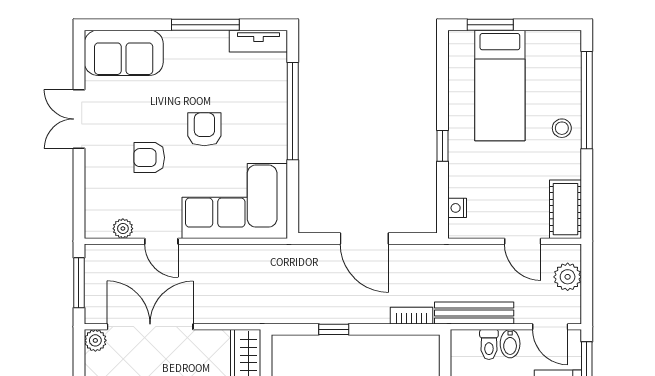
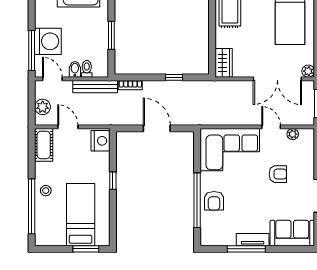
tv unit: (258, 41) -> (253, 240), moved
armchair: (204, 129) -> (214, 201), moved
nightstand: (457, 208) -> (101, 141), width x1.89, depth x1.79

